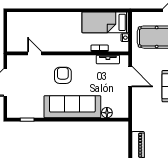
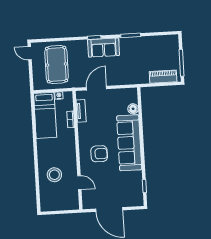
stool: (44, 28) -> (54, 175), added
door: (35, 53) -> (79, 183), swing flipped
armchair: (63, 75) -> (99, 154), turned 180

